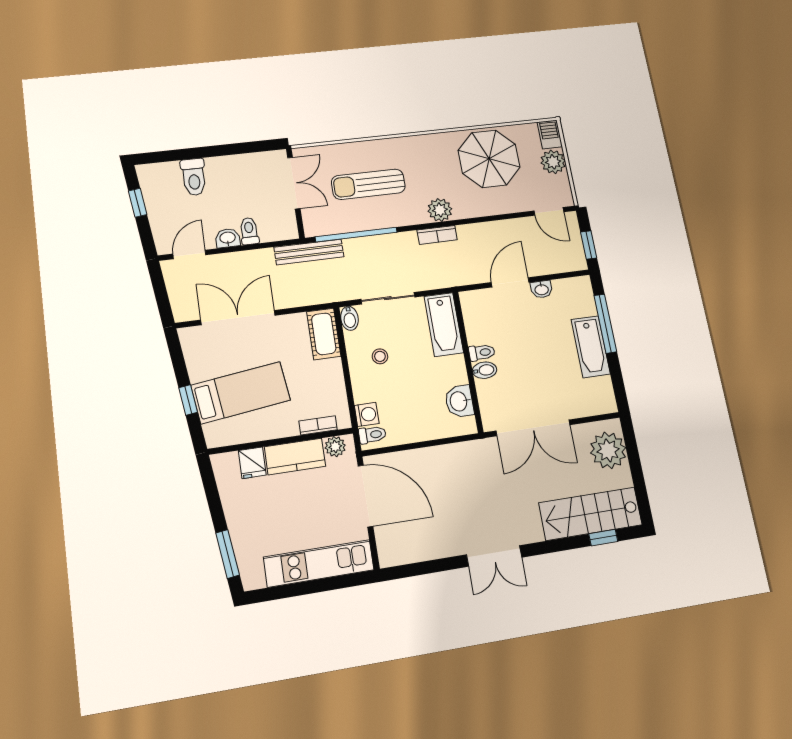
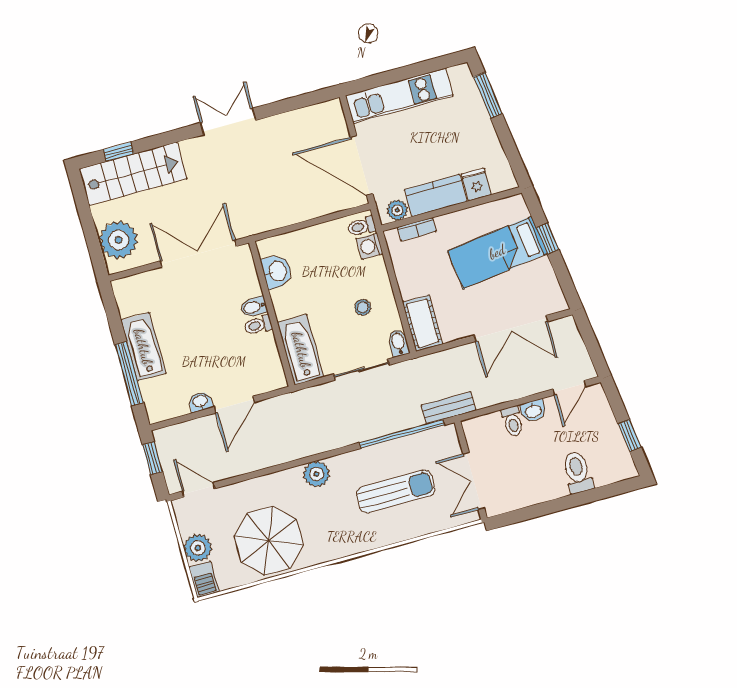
bookcase: (437, 235) -> (317, 446), removed
bench: (309, 252) -> (448, 408), width x0.73

